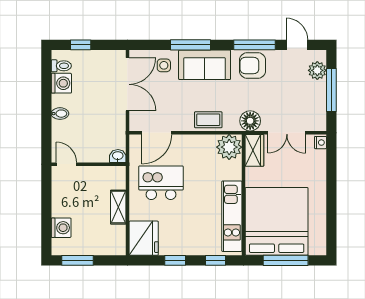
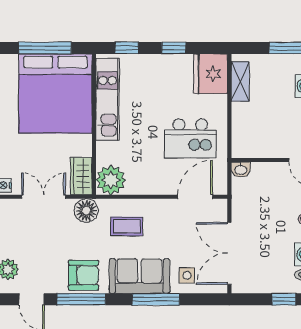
coffee table: (208, 120) -> (127, 226), moved
shelving: (118, 207) -> (240, 81), moved

